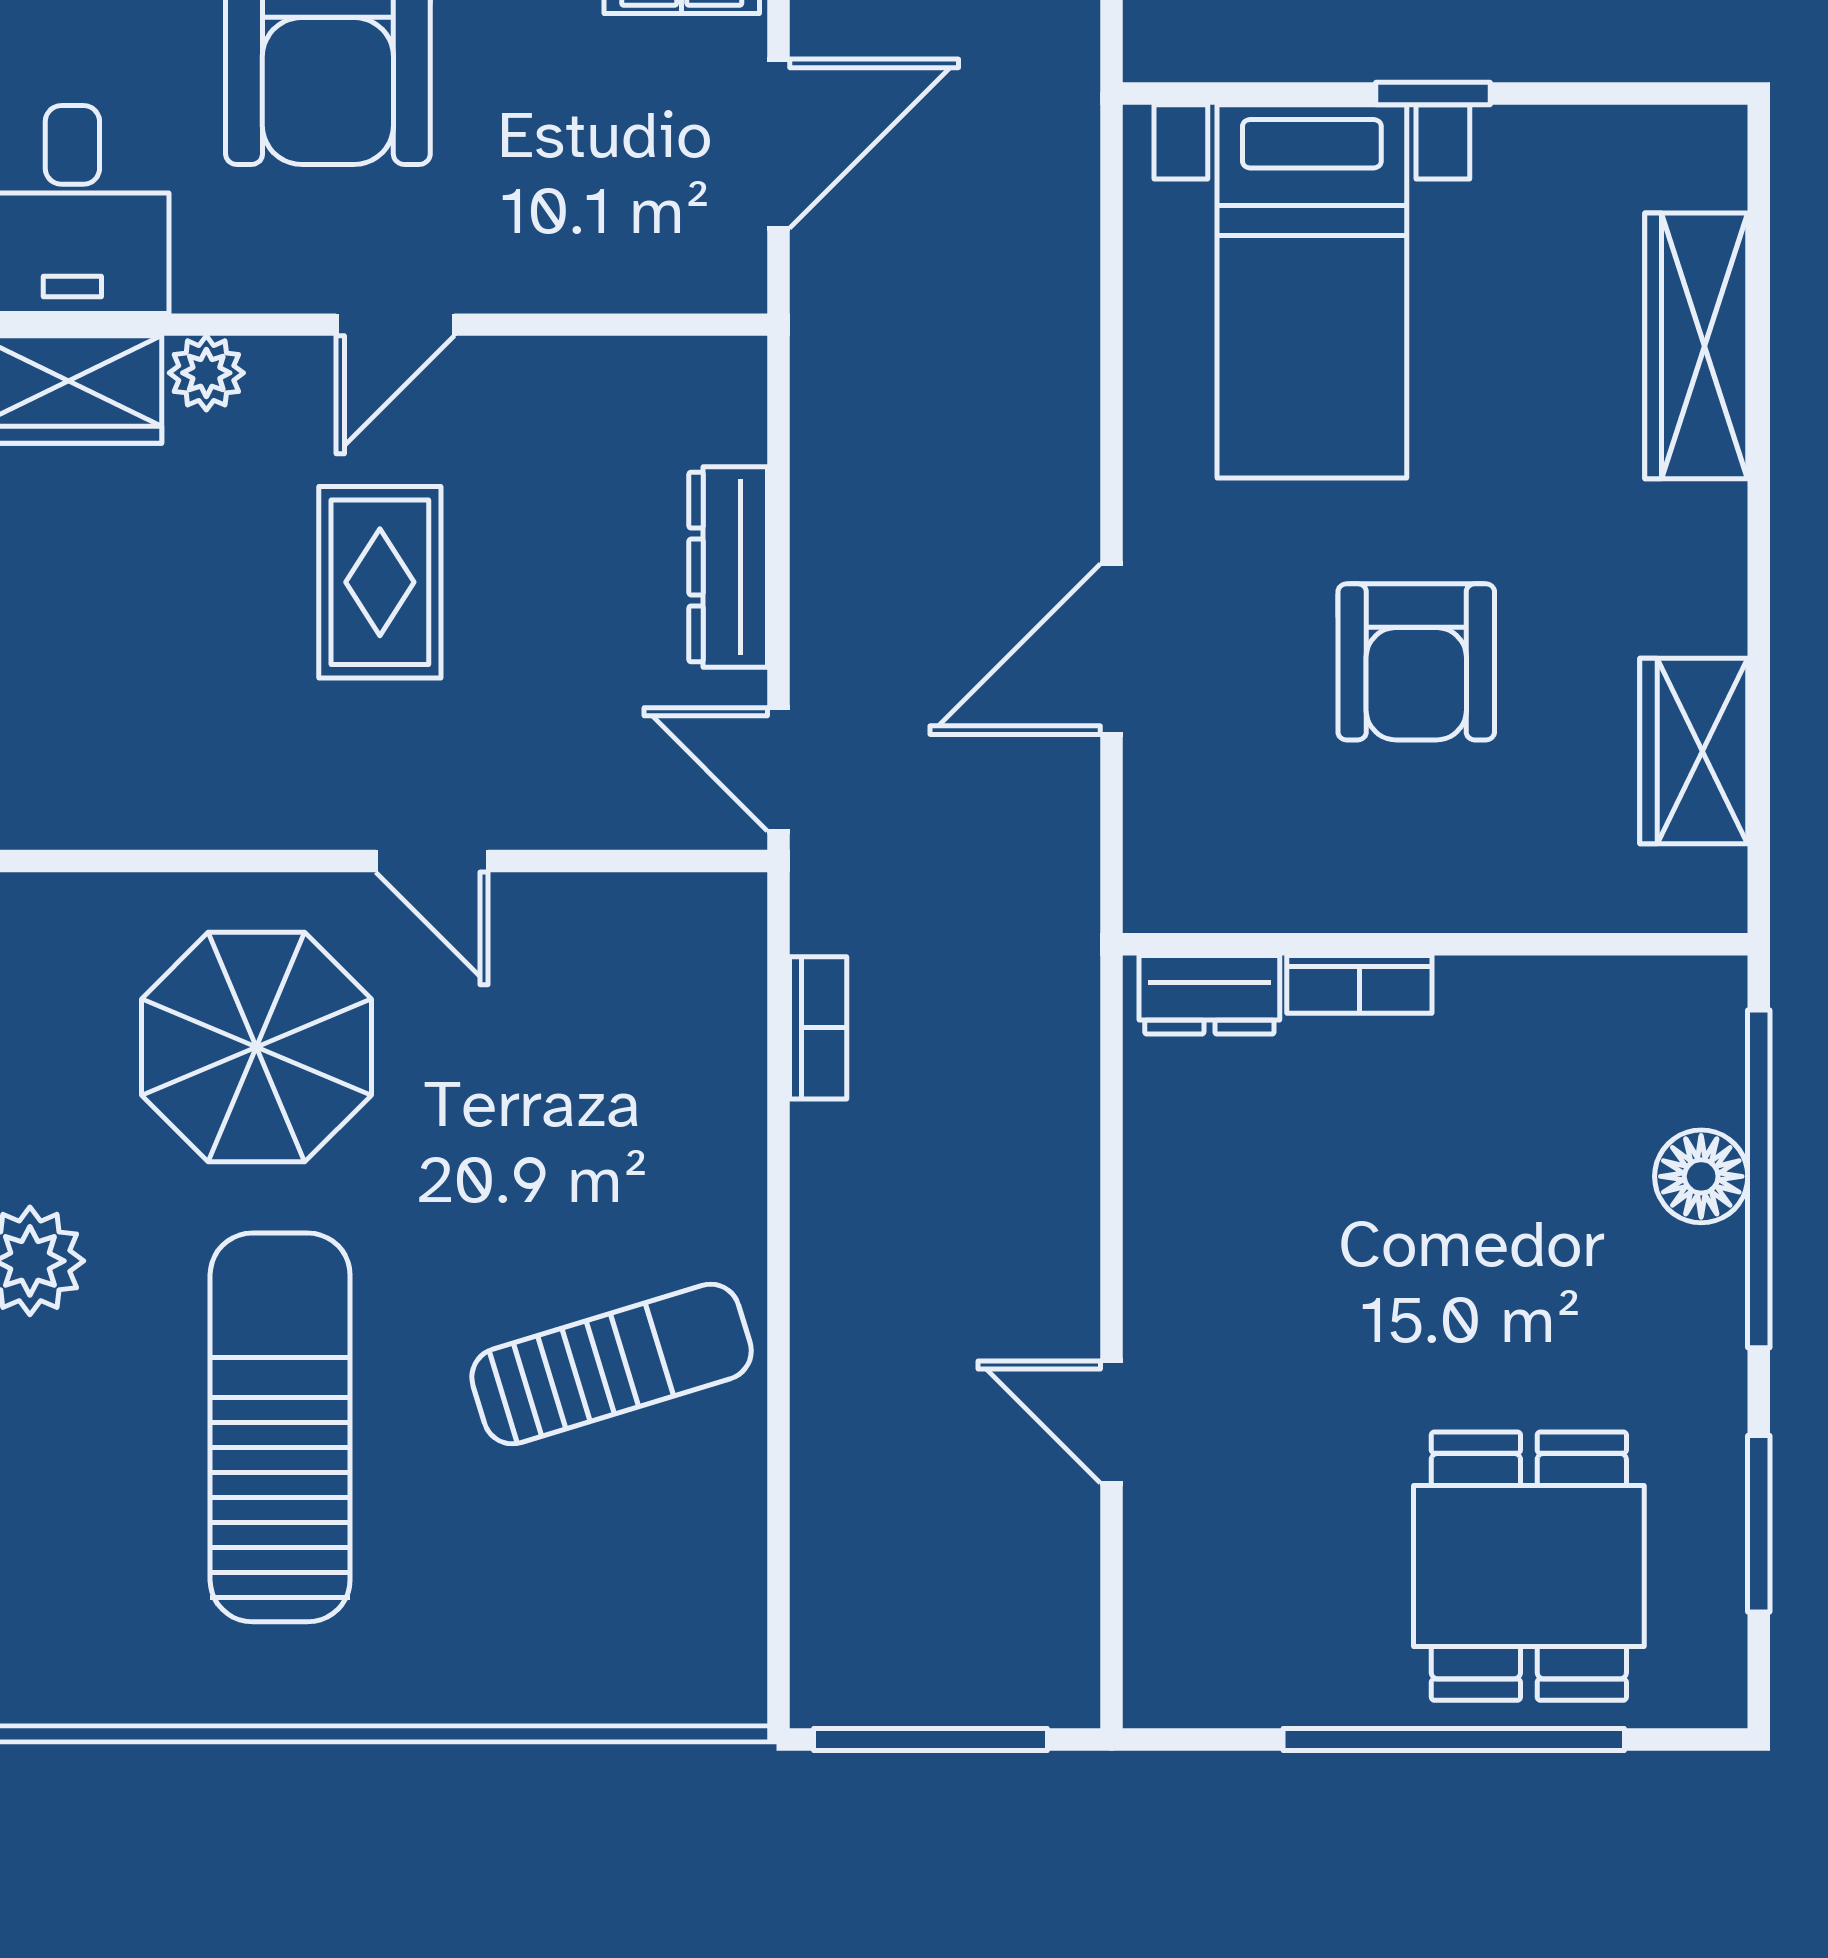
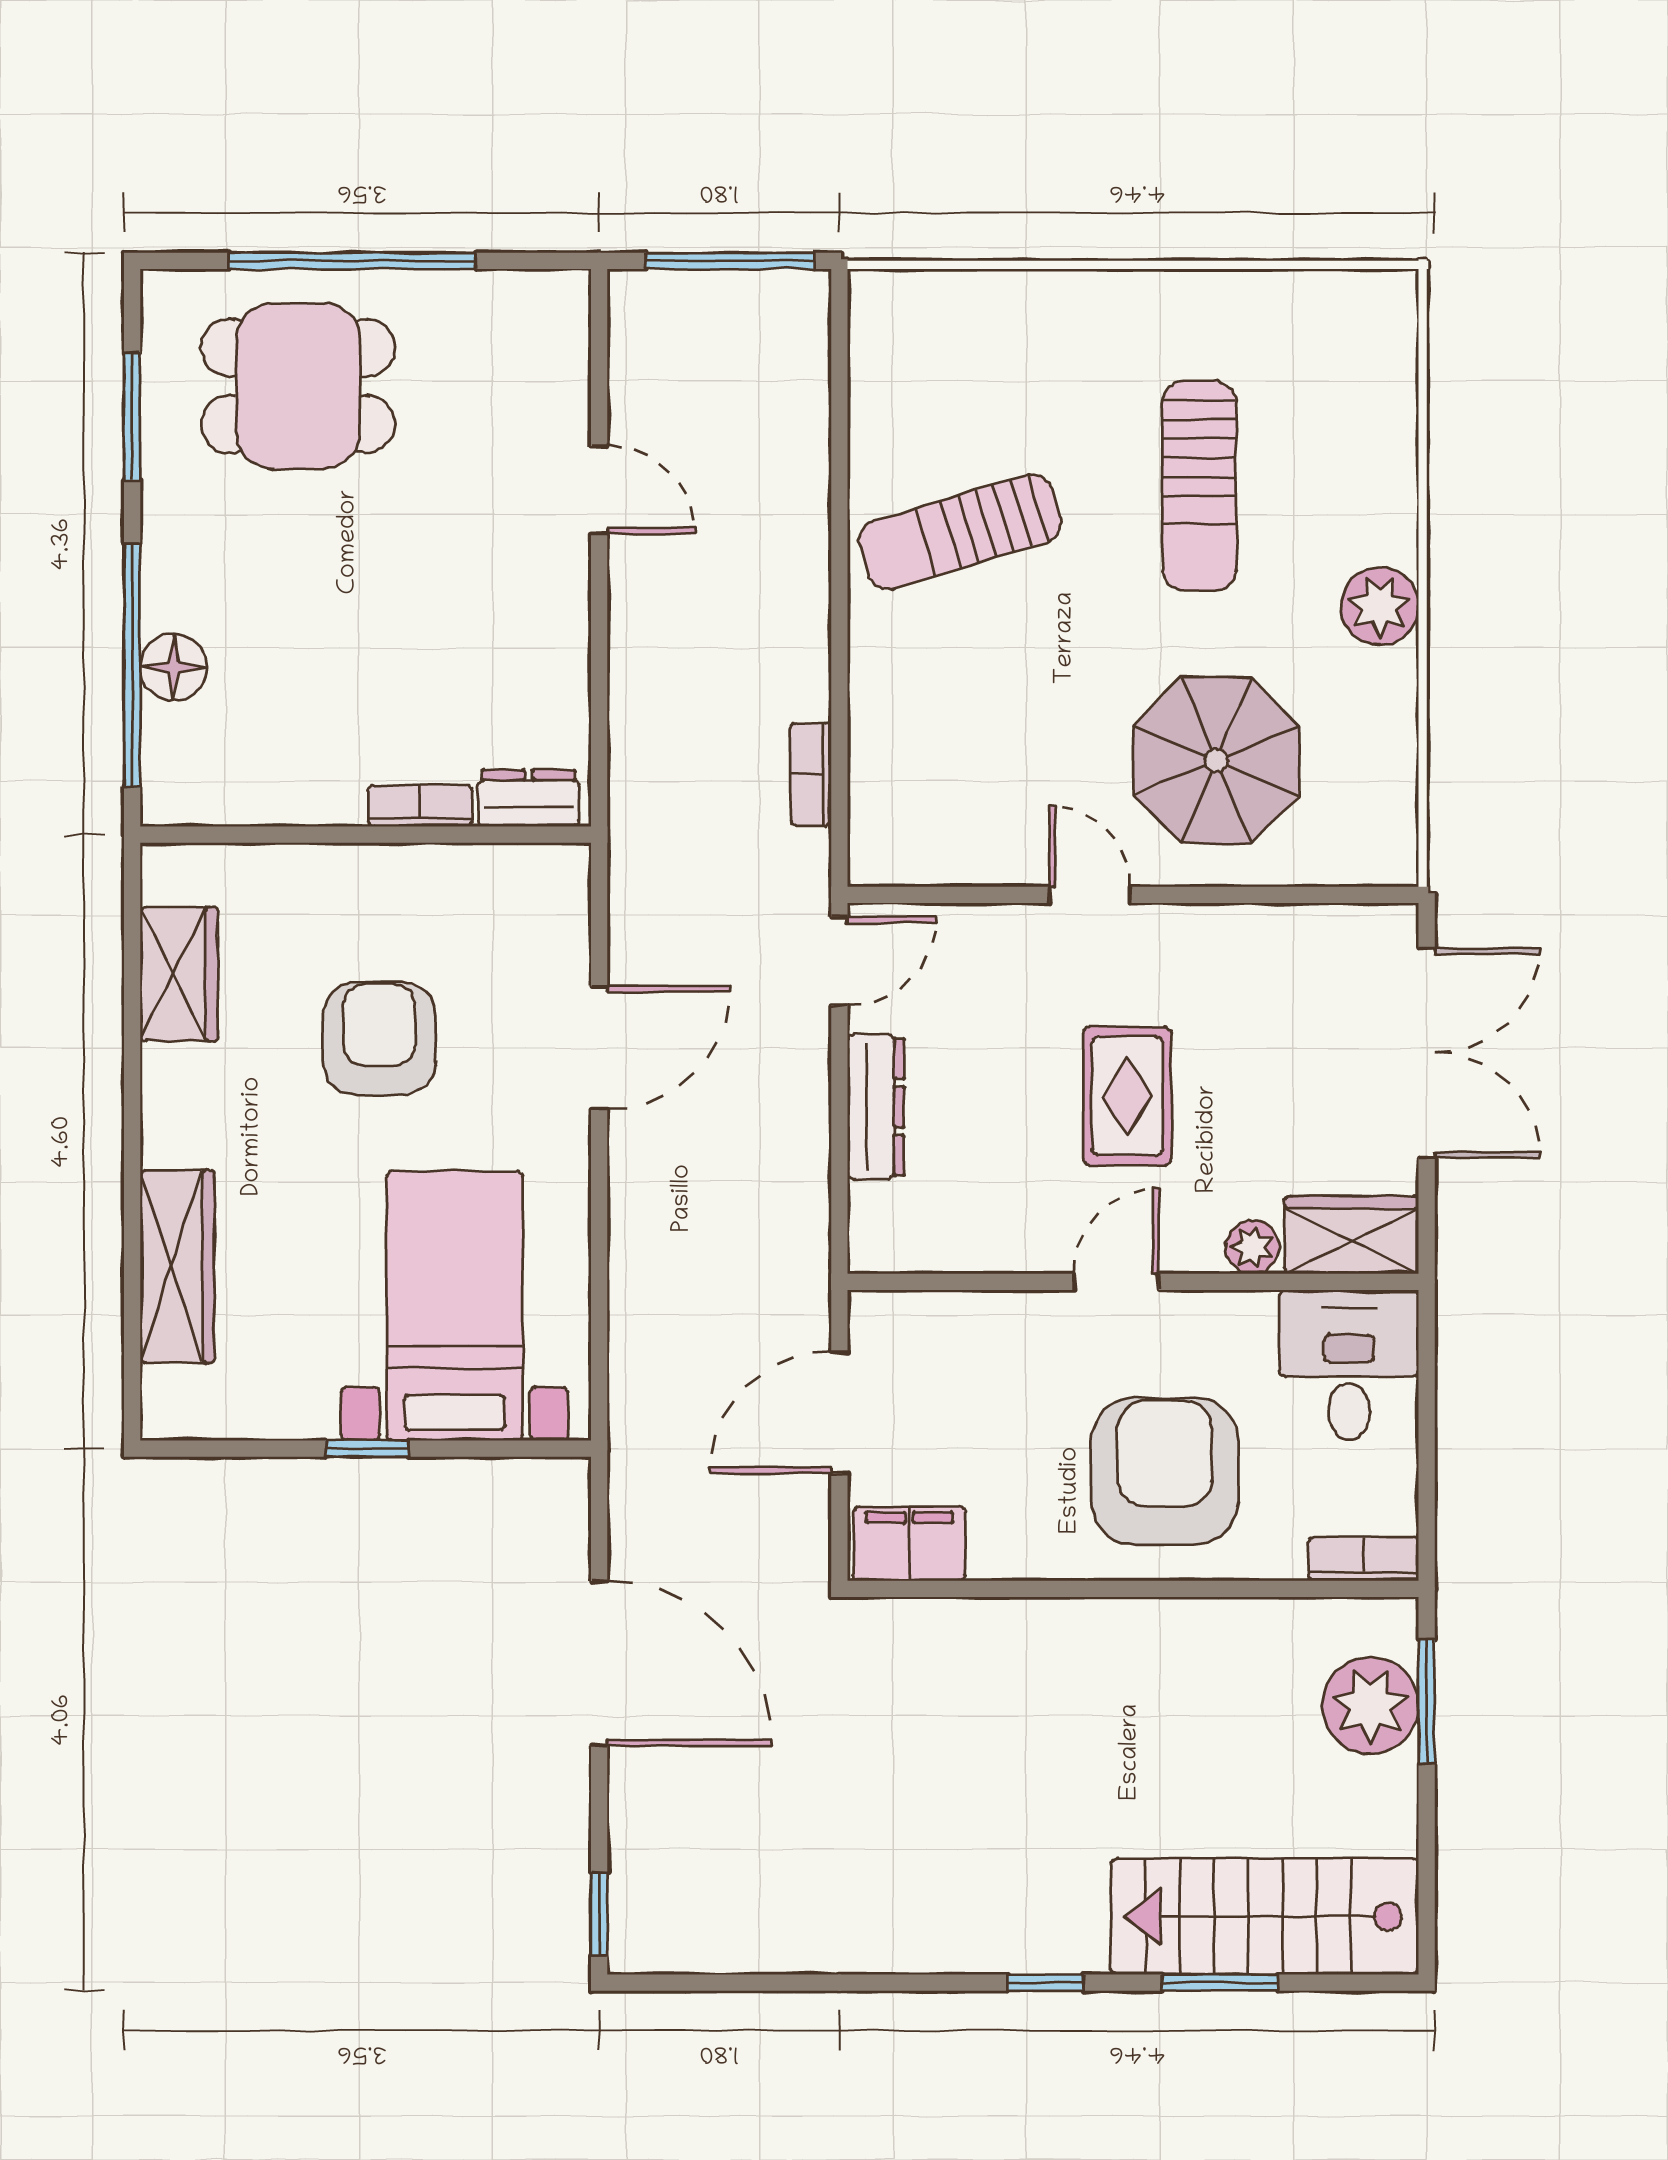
door: (779, 769) -> (839, 961), hinge flipped
sun lounger: (280, 1427) -> (1199, 486), width x0.73, depth x0.75
dining table: (1529, 1566) -> (298, 386), turned 90

